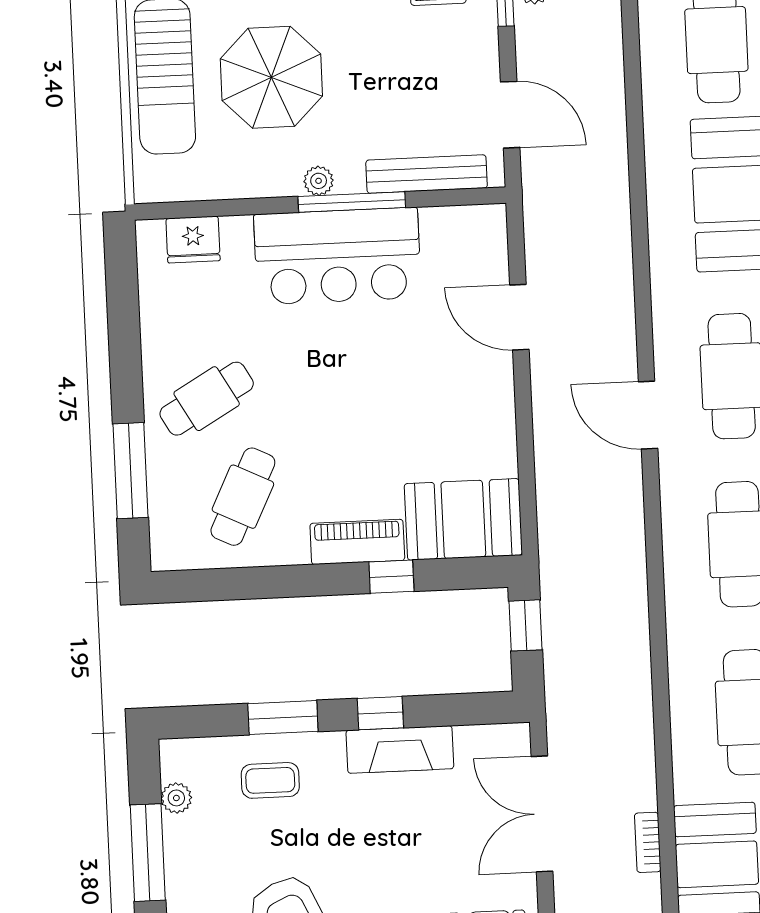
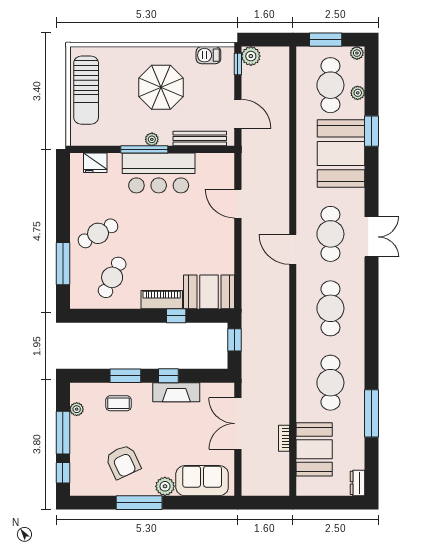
parasol: (271, 77) -> (161, 87), moved
window: (352, 202) -> (144, 149), moved

